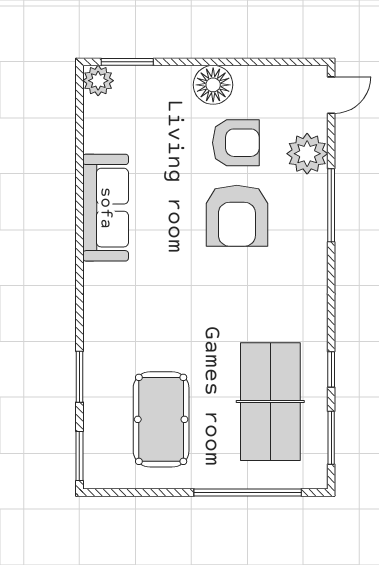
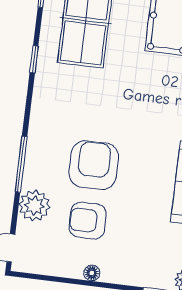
floor lamp: (213, 85) -> (92, 273), width x0.53, depth x0.53
window: (331, 369) -> (34, 59), moved

